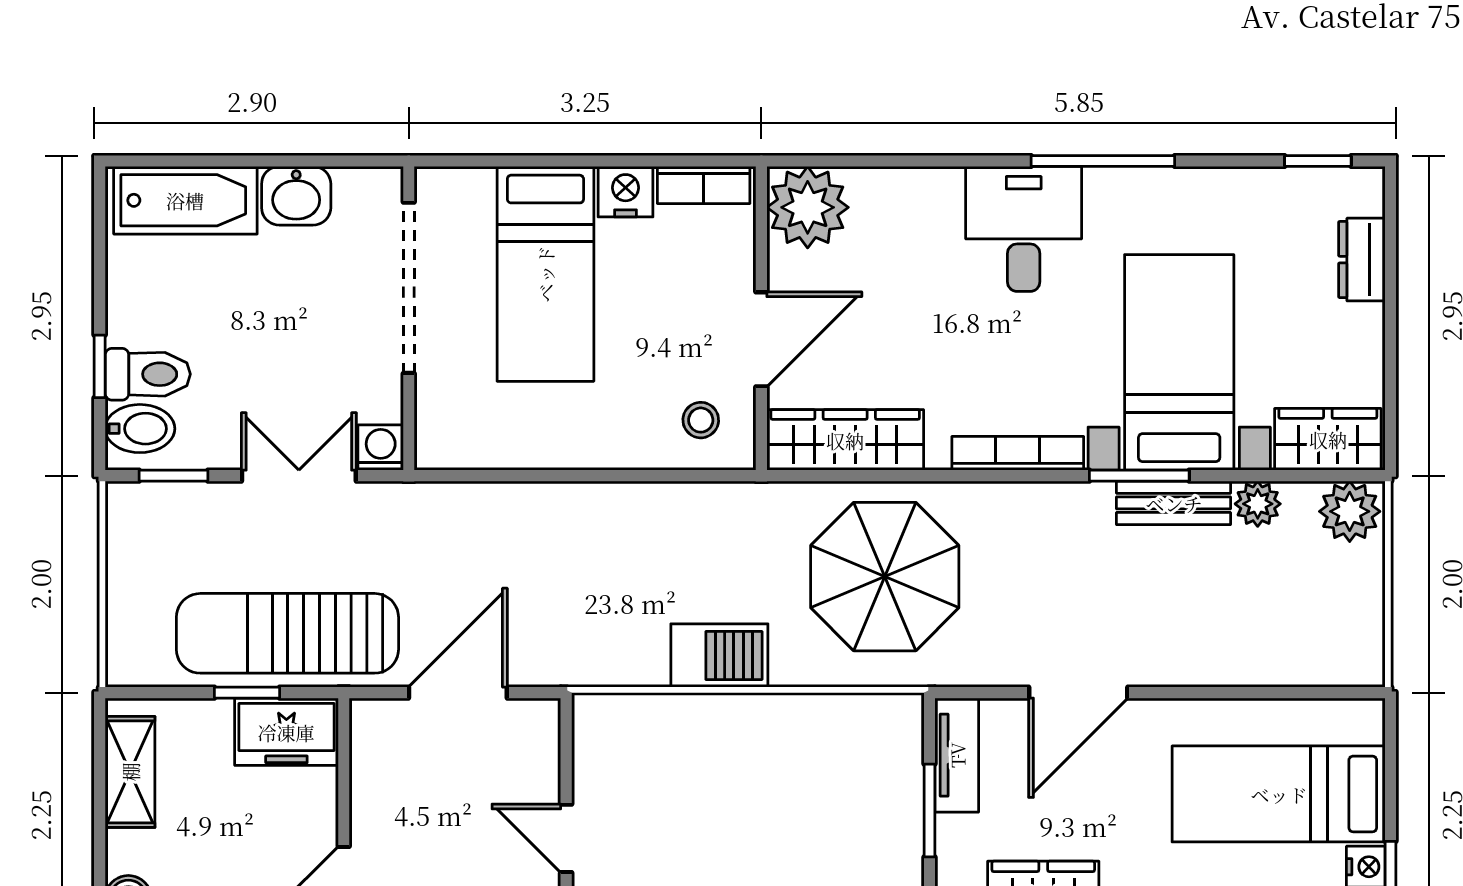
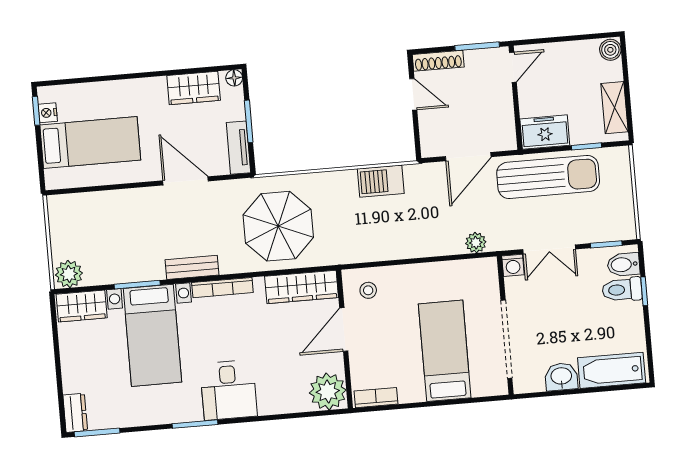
window: (1103, 161) -> (195, 424), width x0.69
window: (1318, 161) -> (97, 432), width x1.50
nightstand: (626, 192) -> (411, 391), removed
dresser: (1362, 260) -> (75, 413), moved
window: (1139, 476) -> (137, 285), moved
bench: (1174, 503) -> (192, 267), moved
plant: (1258, 504) -> (476, 243), moved
barbecue: (719, 655) -> (381, 181), moved
window: (247, 693) -> (586, 146), moved
door: (1078, 693) -> (185, 181), hinge flipped

